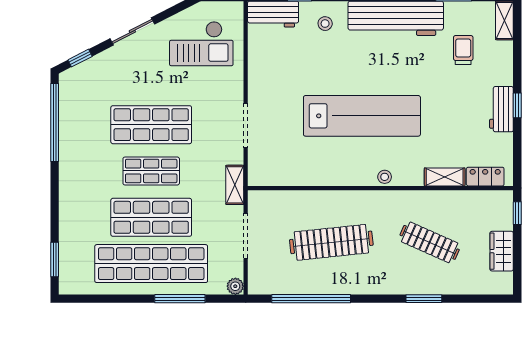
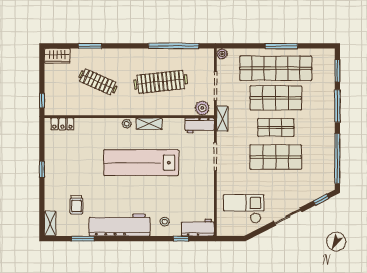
workbench: (501, 109) -> (200, 125), moved, turned 90
shelving: (445, 177) -> (149, 124), moved
plant: (266, 201) -> (202, 108), added
window: (55, 205) -> (337, 106), added
wardrobe: (502, 251) -> (57, 56), moved, turned 90
window: (180, 299) -> (281, 46), moved
window: (424, 299) -> (90, 46), moved

